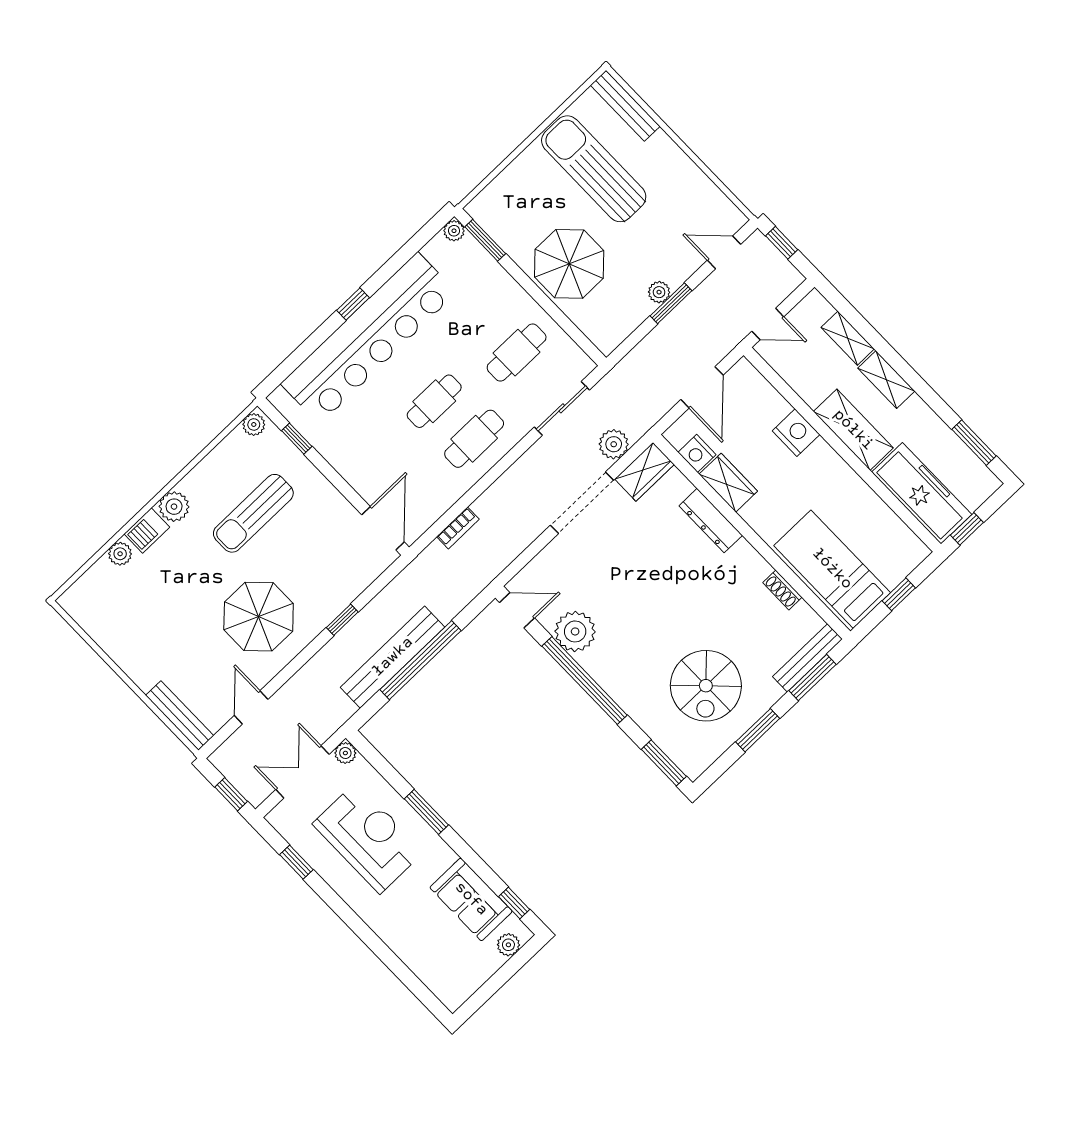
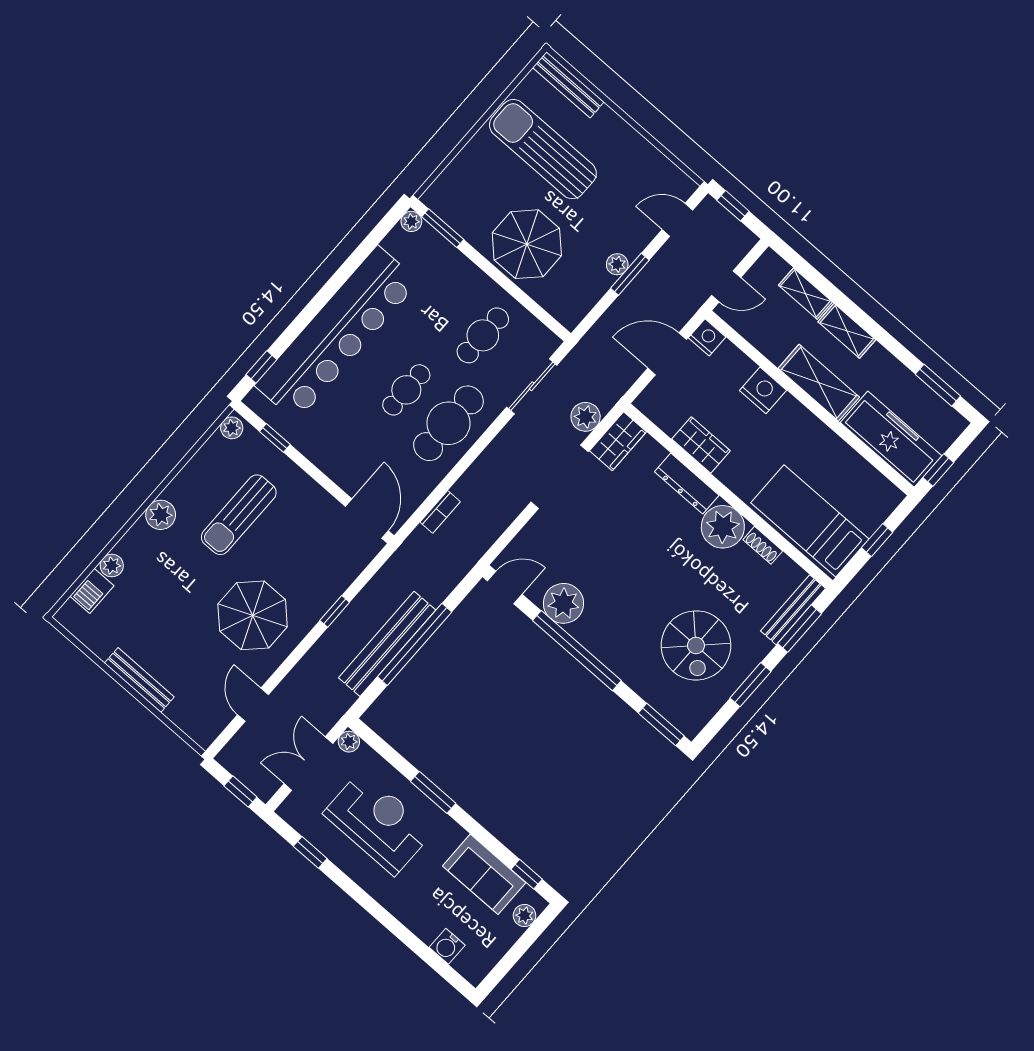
window: (353, 304) -> (261, 367), moved
door: (702, 387) -> (667, 354), swing flipped
cafe table: (474, 439) -> (448, 423), width x1.37, depth x1.35
nightstand: (697, 453) -> (707, 337), moved, turned 180
barbecue: (147, 531) -> (92, 591), moved
plant: (743, 568) -> (723, 527), added
bench: (180, 716) -> (139, 680), moved
water cooler: (427, 969) -> (447, 946), added

